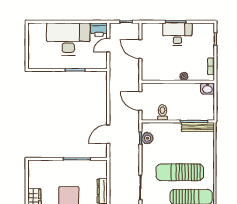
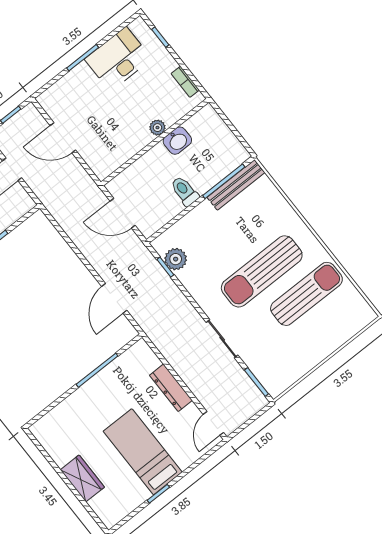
desk: (177, 34) -> (118, 59), moved
washbasin: (207, 89) -> (177, 141), moved
toilet: (163, 112) -> (185, 191), moved

